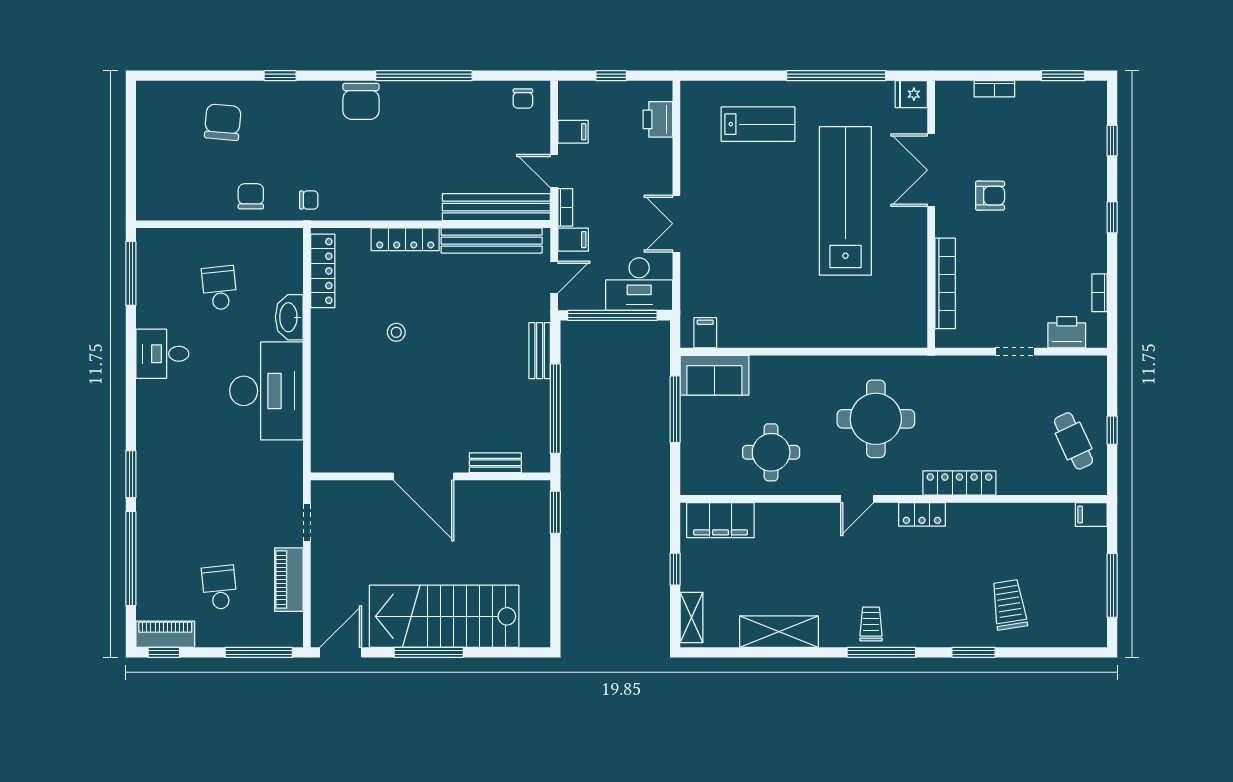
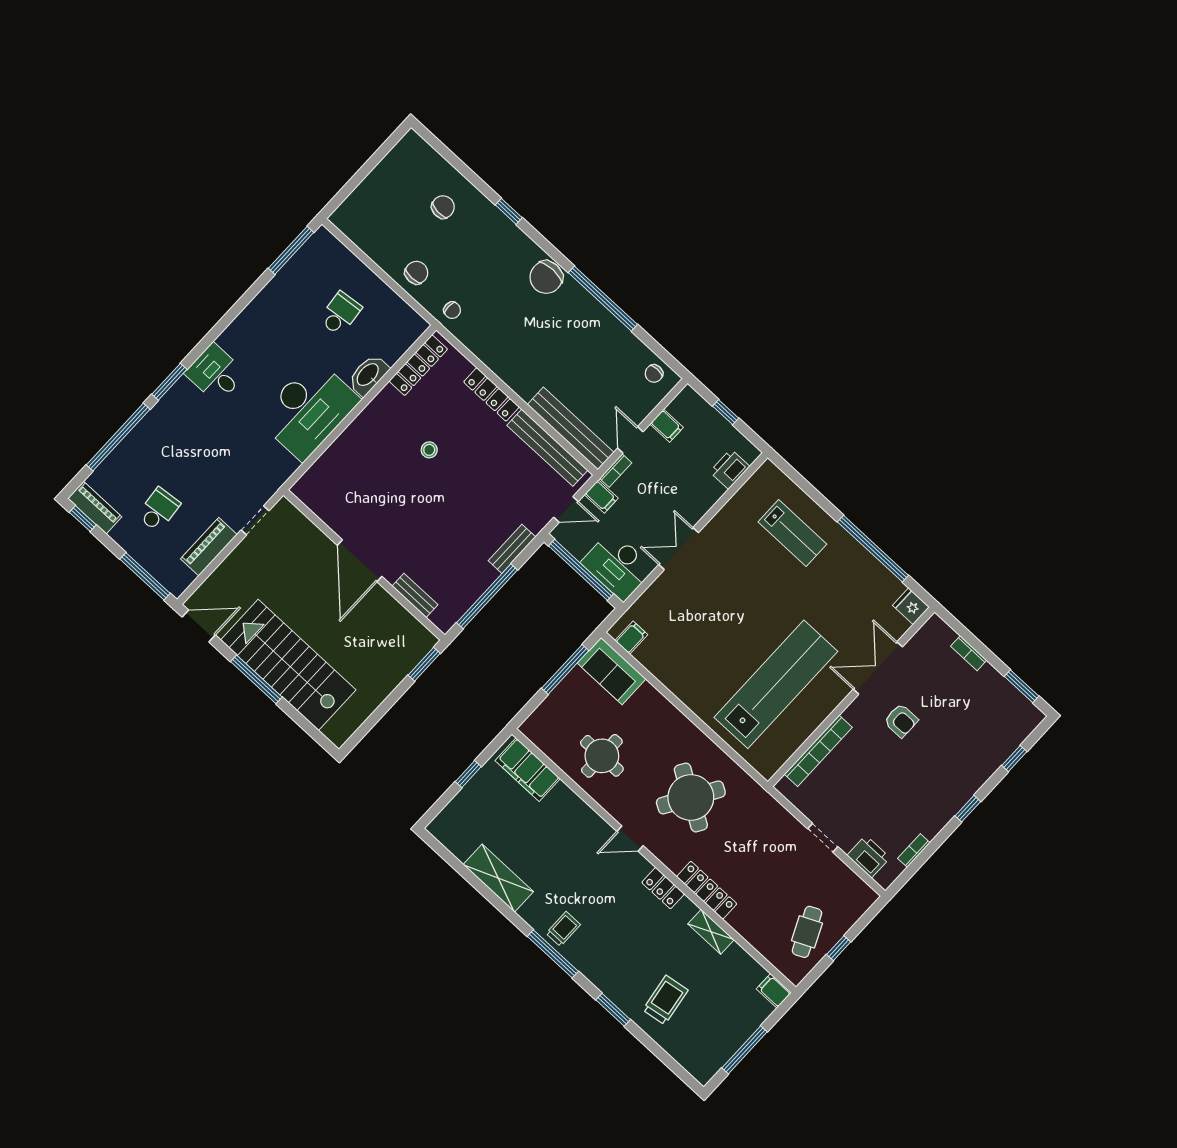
chair: (223, 122) -> (443, 207), width x0.73, depth x0.73
lab bench: (845, 201) -> (776, 684), moved
desk: (162, 354) -> (216, 373), moved
round table: (876, 419) -> (691, 797), turned 31
shelving: (691, 617) -> (711, 932), moved, turned 90

